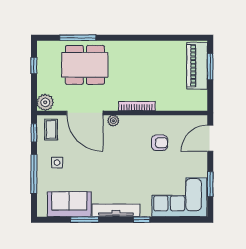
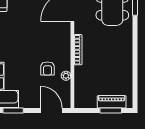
piano: (197, 66) -> (112, 102), width x0.73, depth x0.75
plant: (113, 121) -> (66, 76), moved

